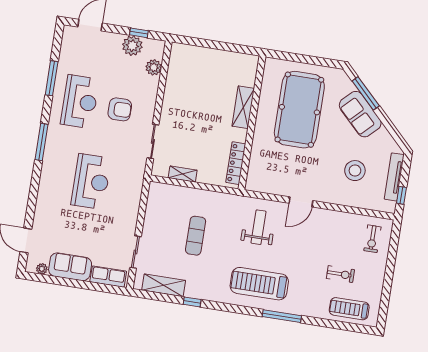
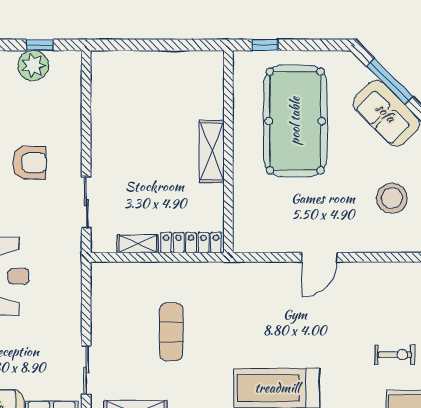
window: (287, 56) -> (265, 45), added
plant: (154, 67) -> (70, 93), removed
shelving: (243, 107) -> (212, 151), moved
locker: (236, 163) -> (191, 243), moved, turned 90
weight bench: (259, 227) -> (262, 305), removed

